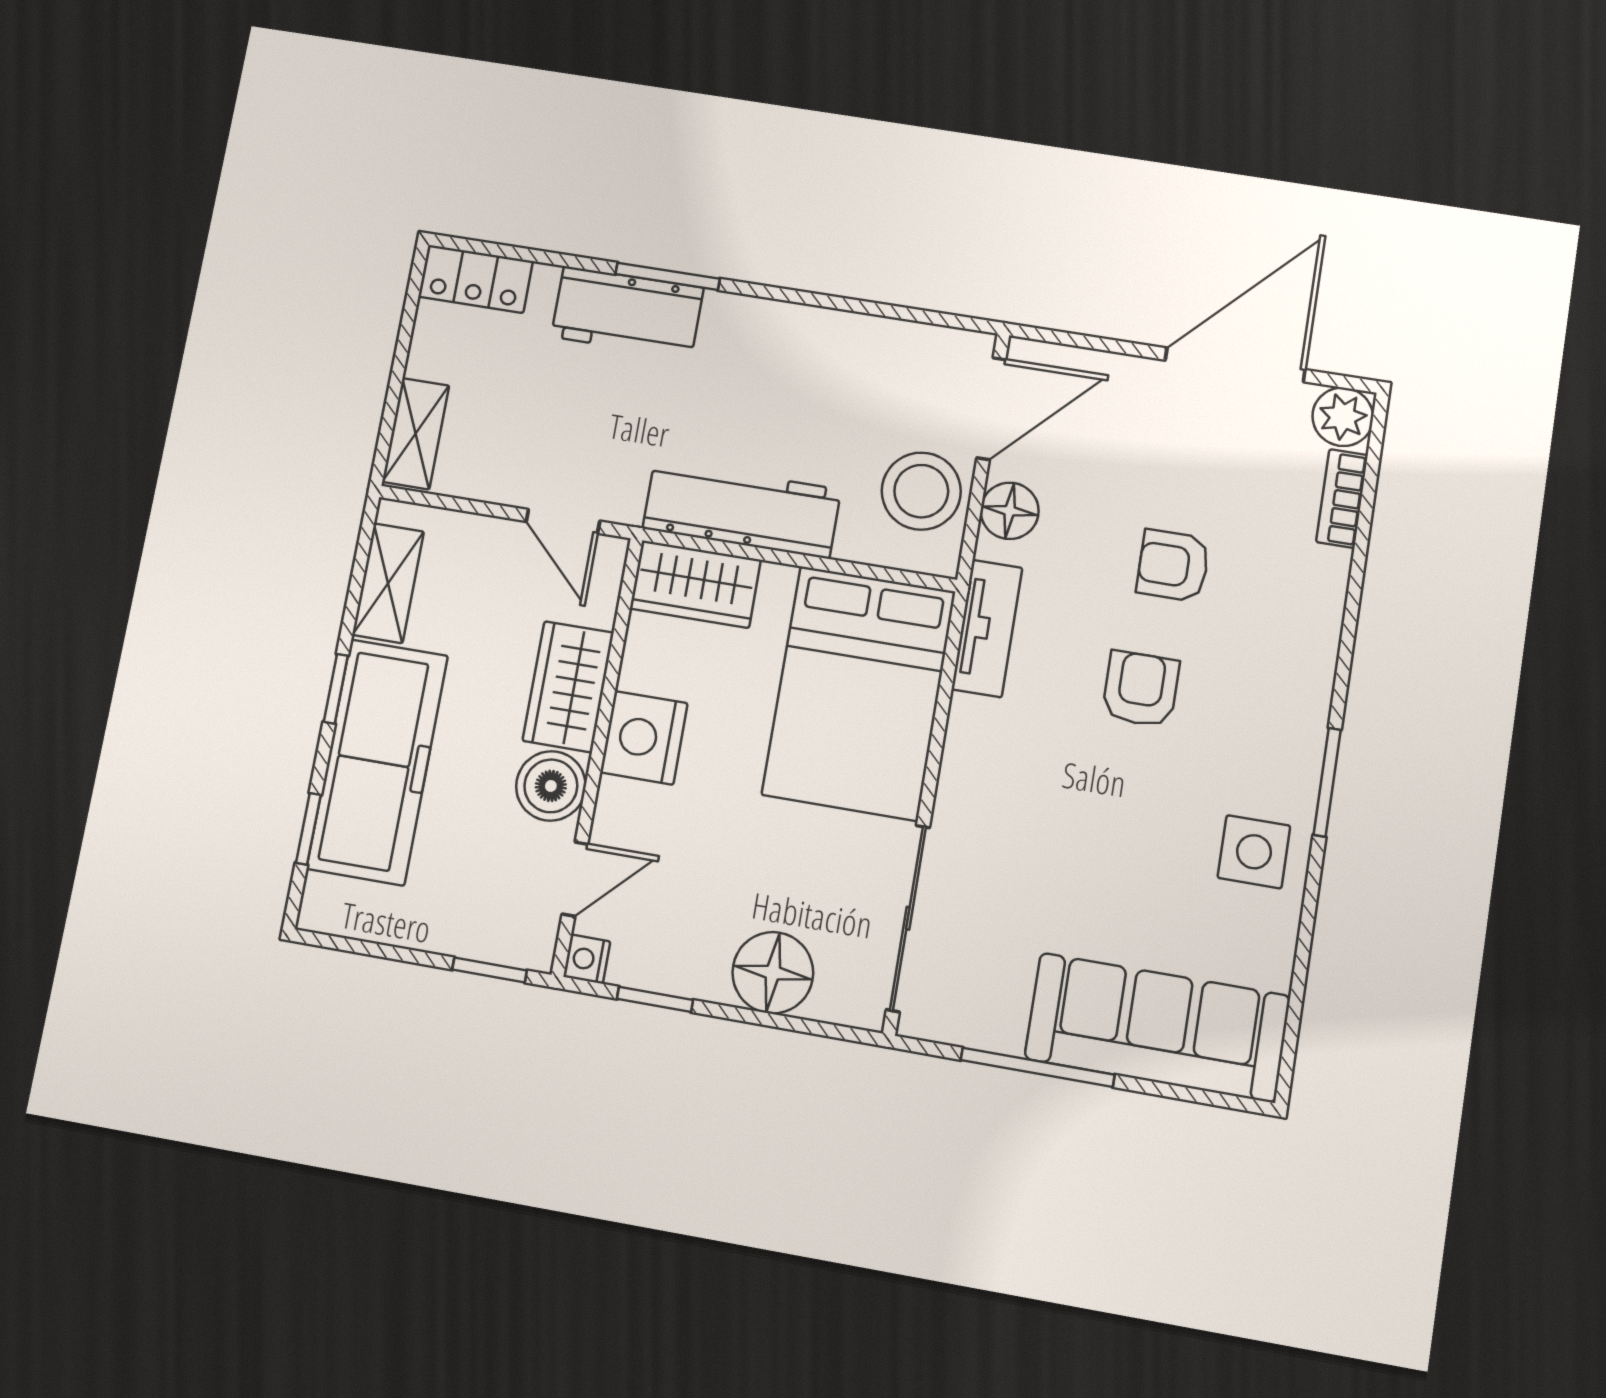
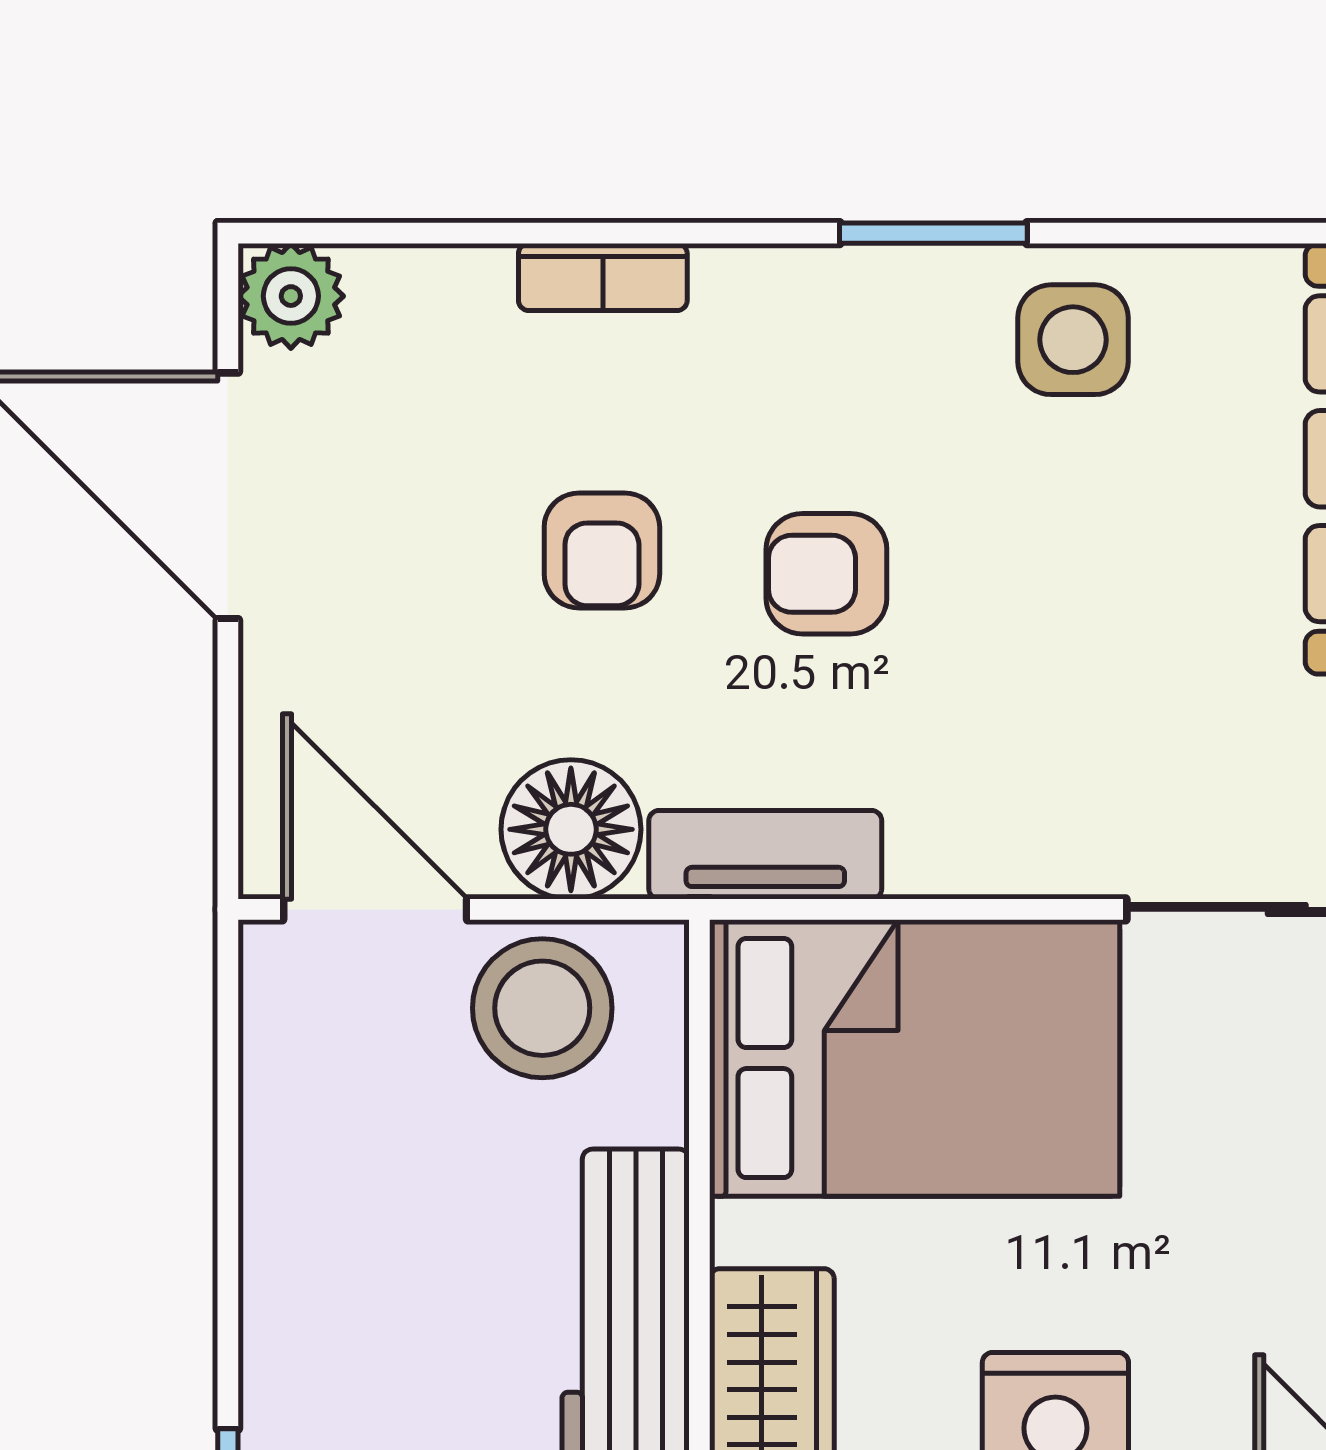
bookcase: (1342, 499) -> (603, 277), moved
floor lamp: (1010, 511) -> (571, 829), width x1.38, depth x1.38

